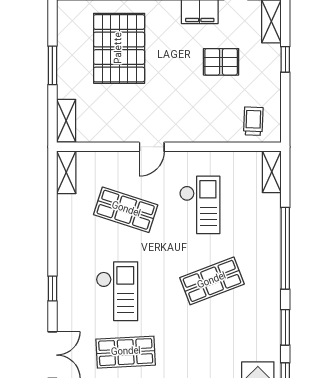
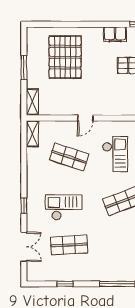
checkout: (117, 291) -> (64, 207), turned -90

